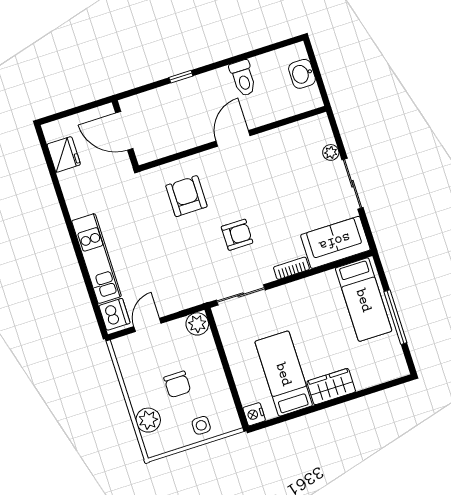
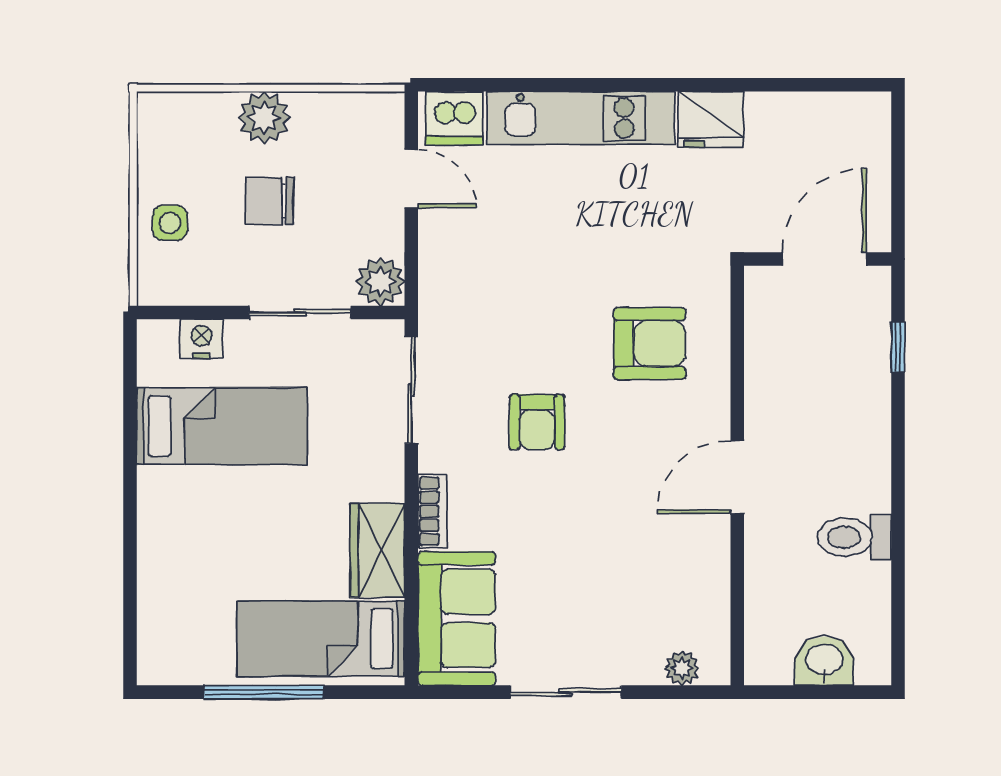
window: (181, 77) -> (898, 347), moved
door: (233, 138) -> (737, 477), swing flipped
plant: (331, 152) -> (682, 668), moved
fridge: (64, 154) -> (711, 119), moved
sliding door: (222, 355) -> (300, 313), added
wardrobe: (331, 387) -> (377, 550), moved, turned 180
nightstand: (254, 414) -> (201, 339), moved
plant: (148, 420) -> (264, 118), moved

